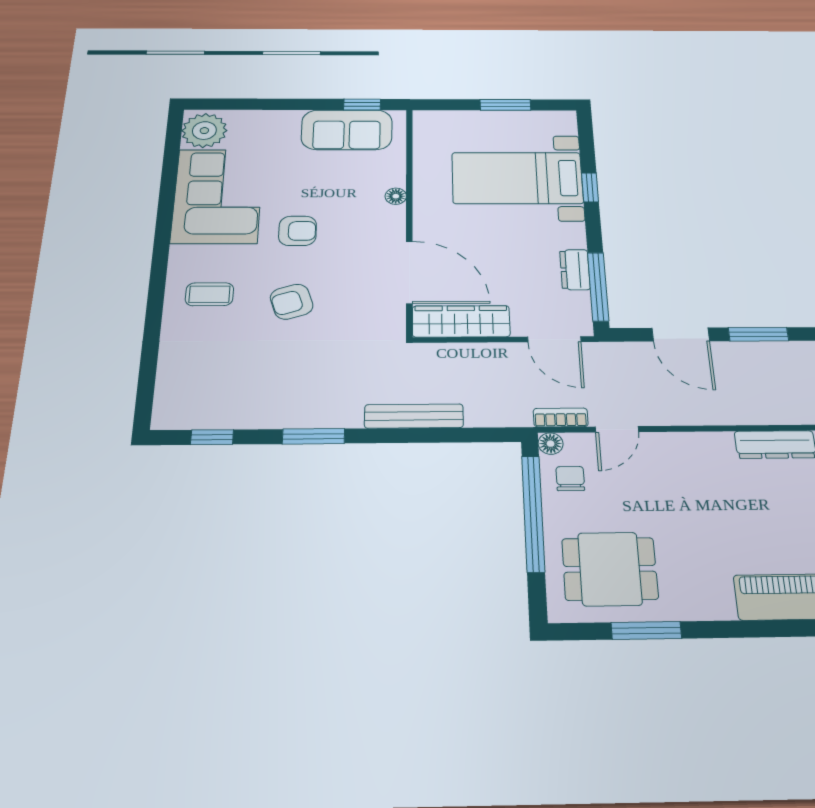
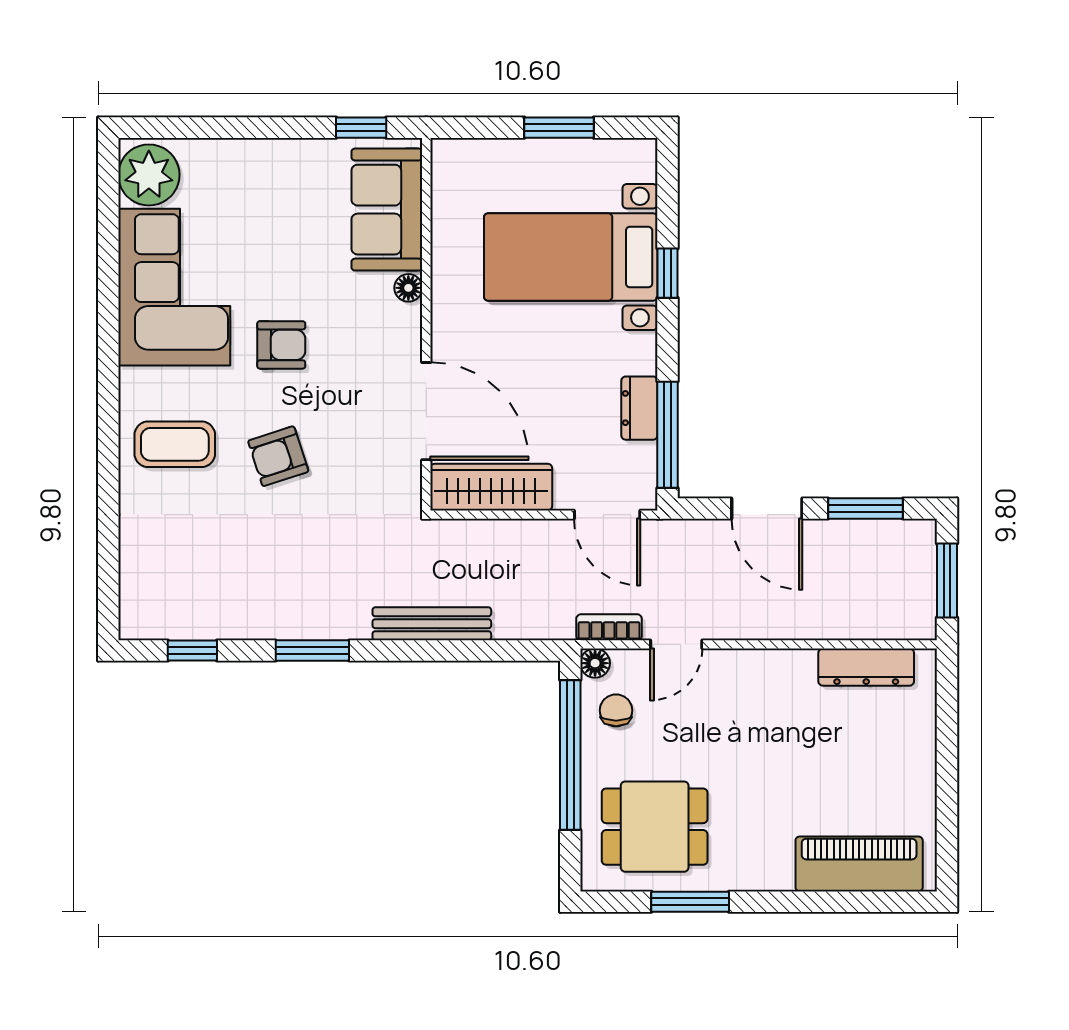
sofa: (347, 130) -> (387, 210), moved, turned 90
coffee table: (209, 294) -> (175, 444), width x1.36, depth x1.30

